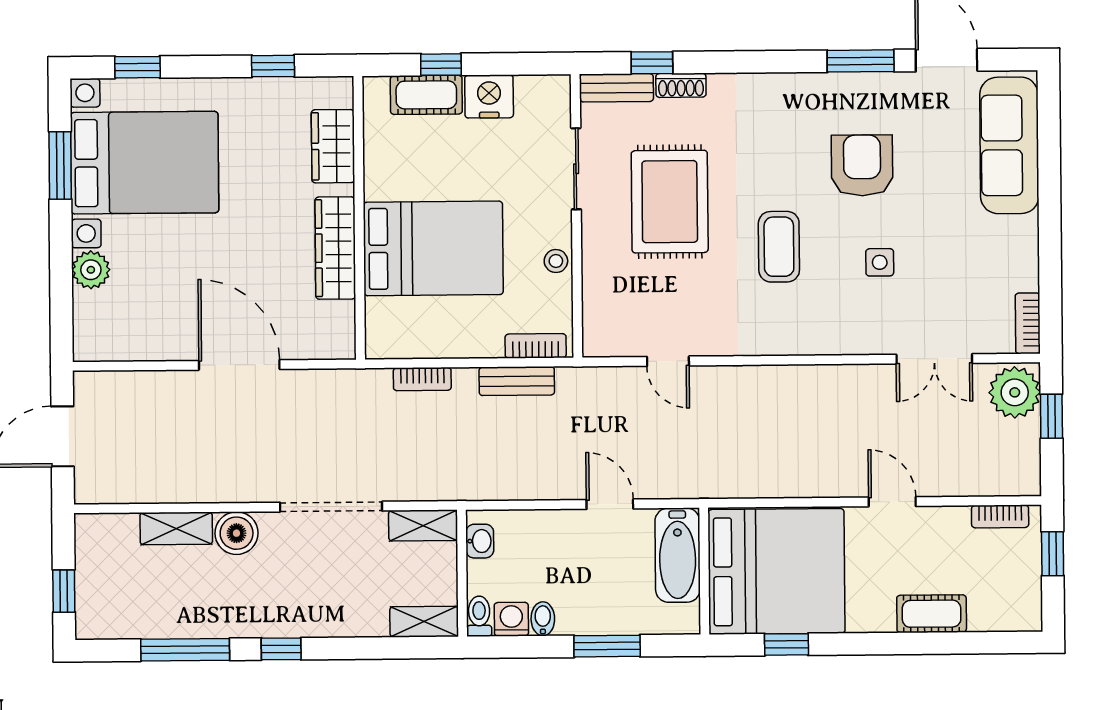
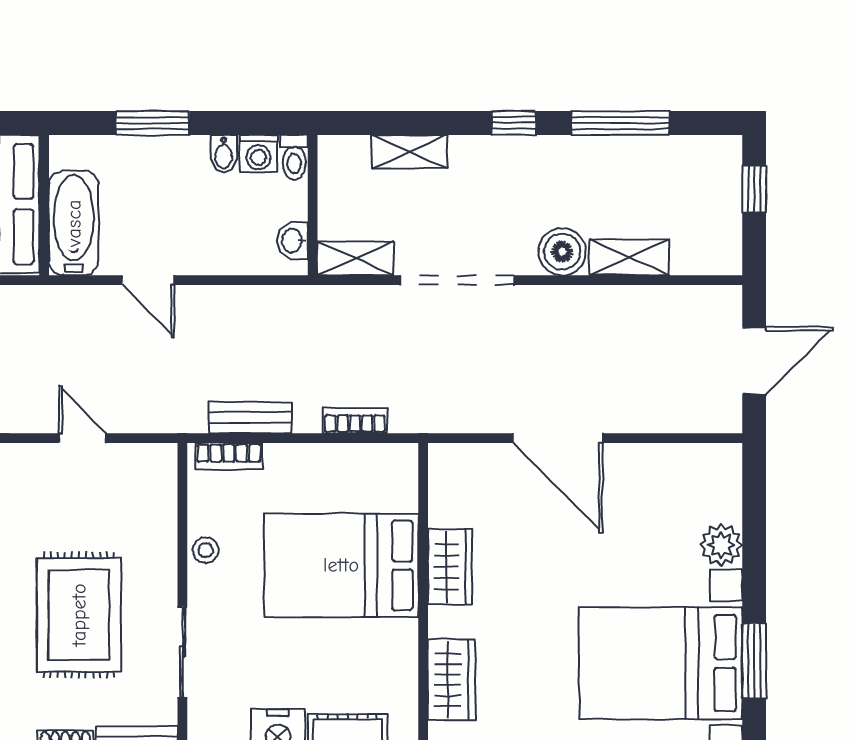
wardrobe: (335, 248) -> (450, 567), width x0.67
shelving: (424, 622) -> (410, 152), moved

